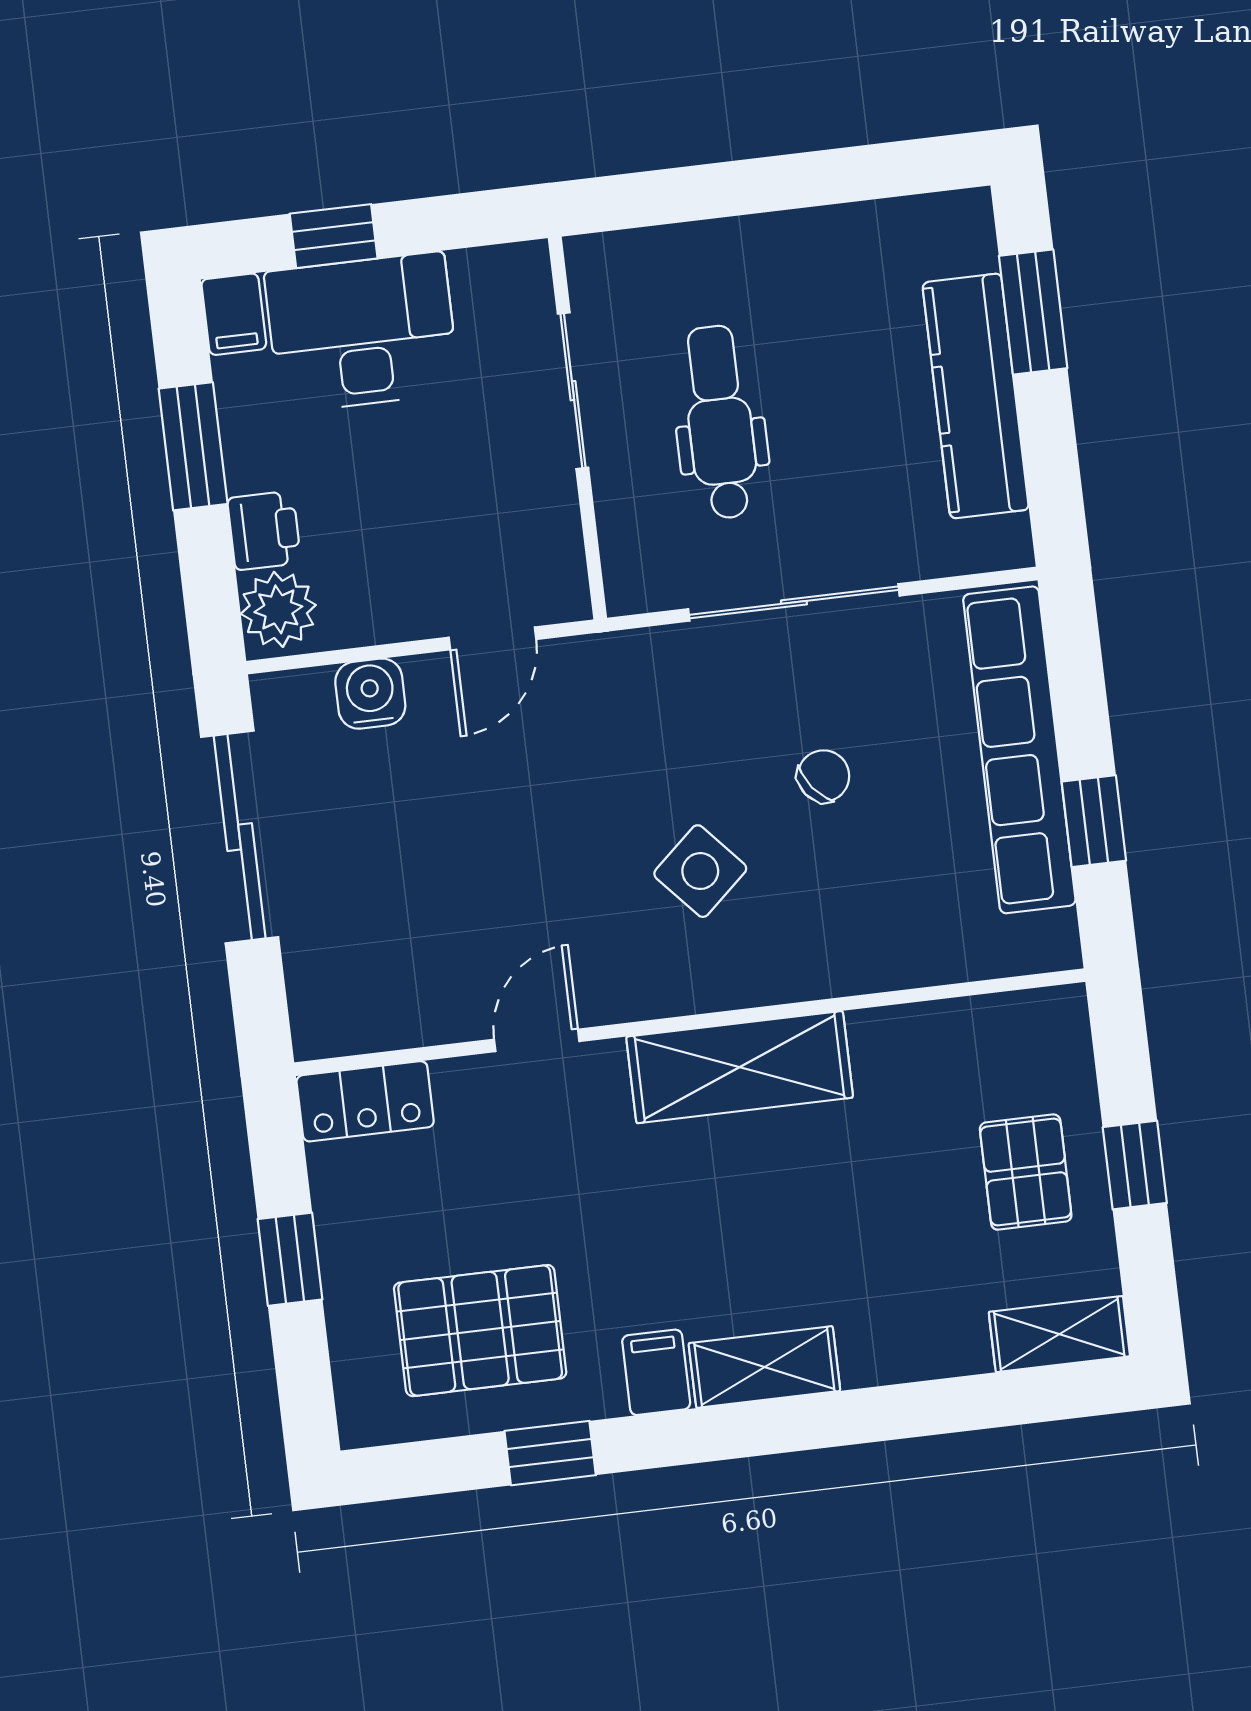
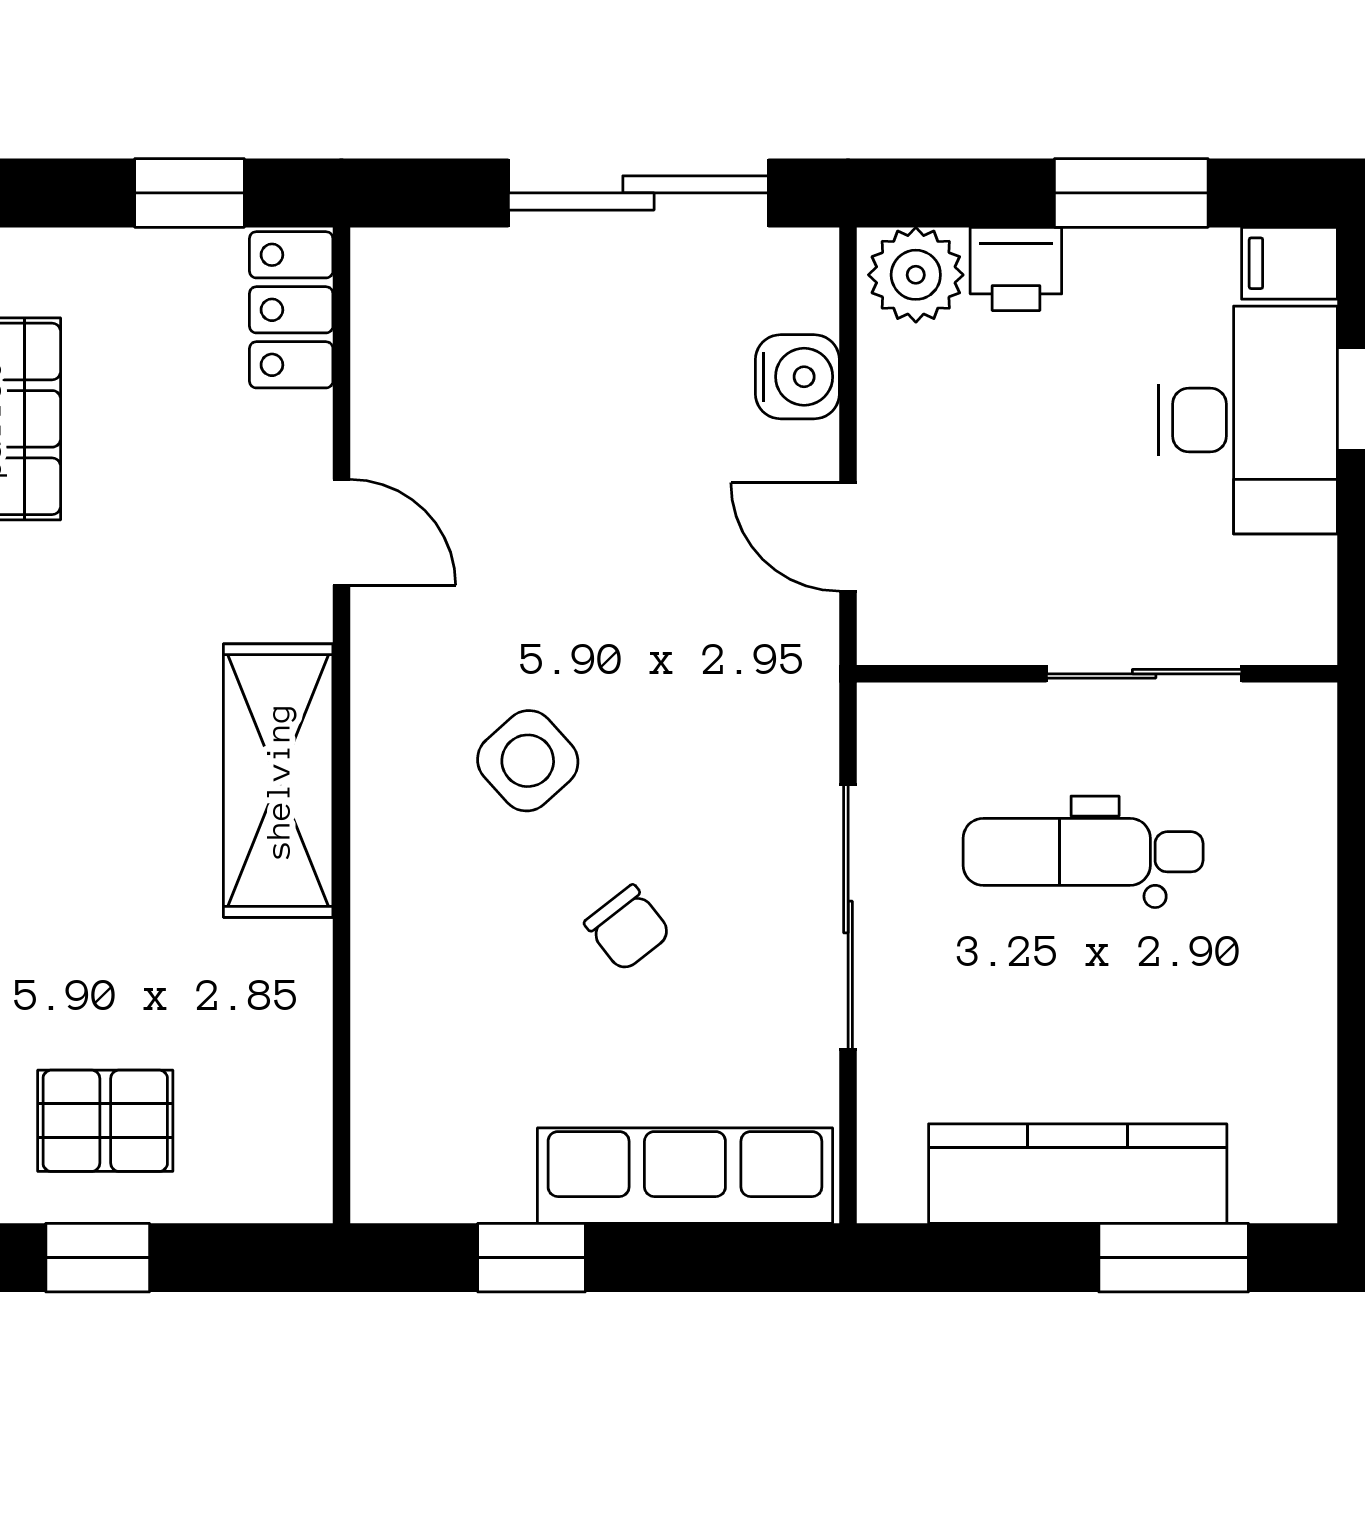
dental chair: (720, 422) -> (1083, 852), turned 180
row of seats: (1019, 750) -> (685, 1176), width x0.73
window: (290, 1259) -> (189, 193), moved

